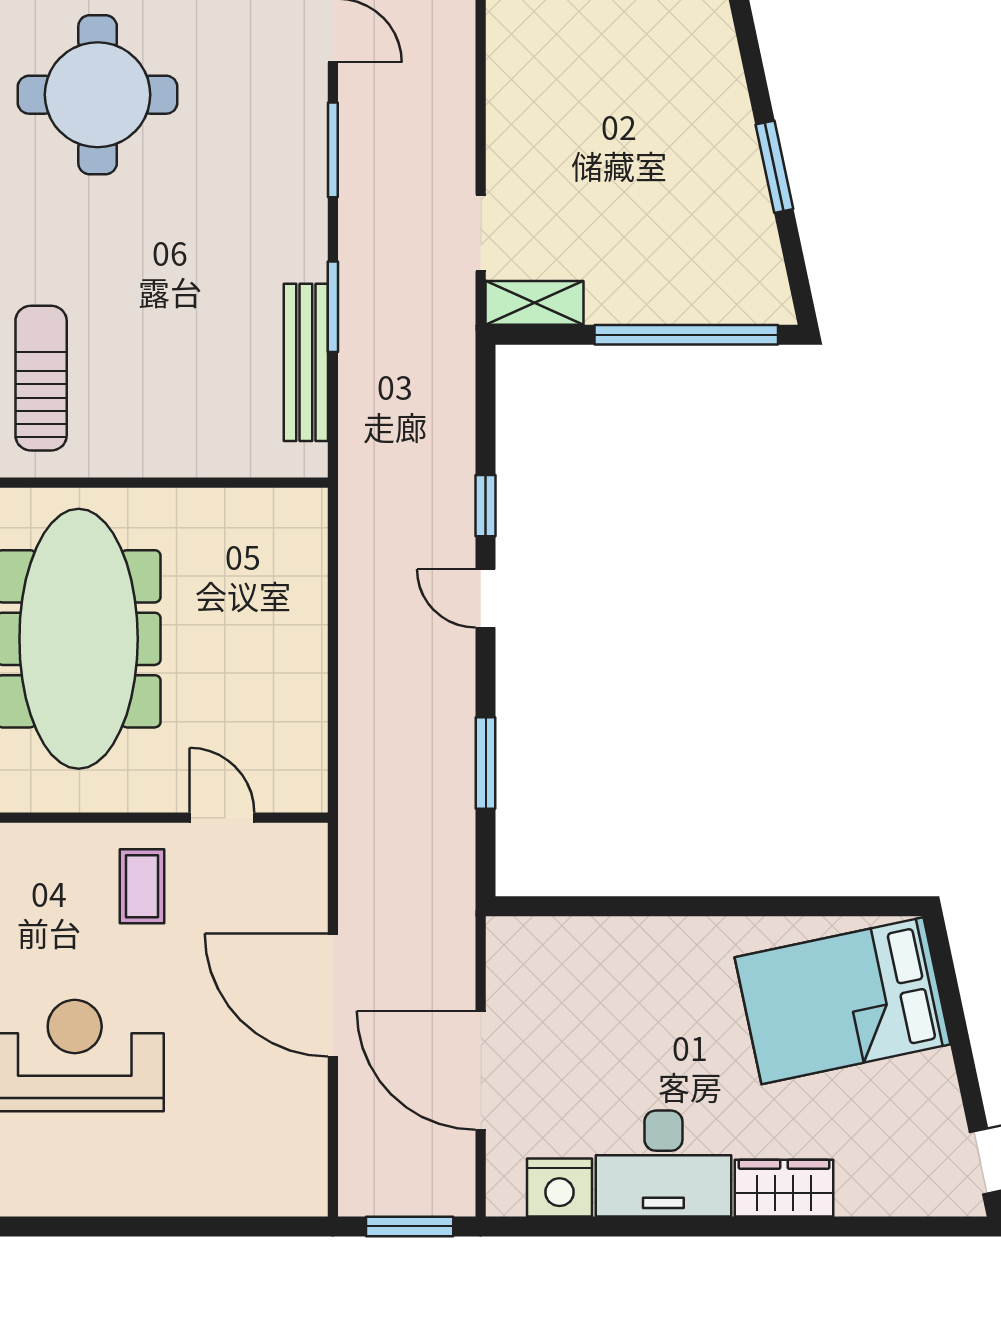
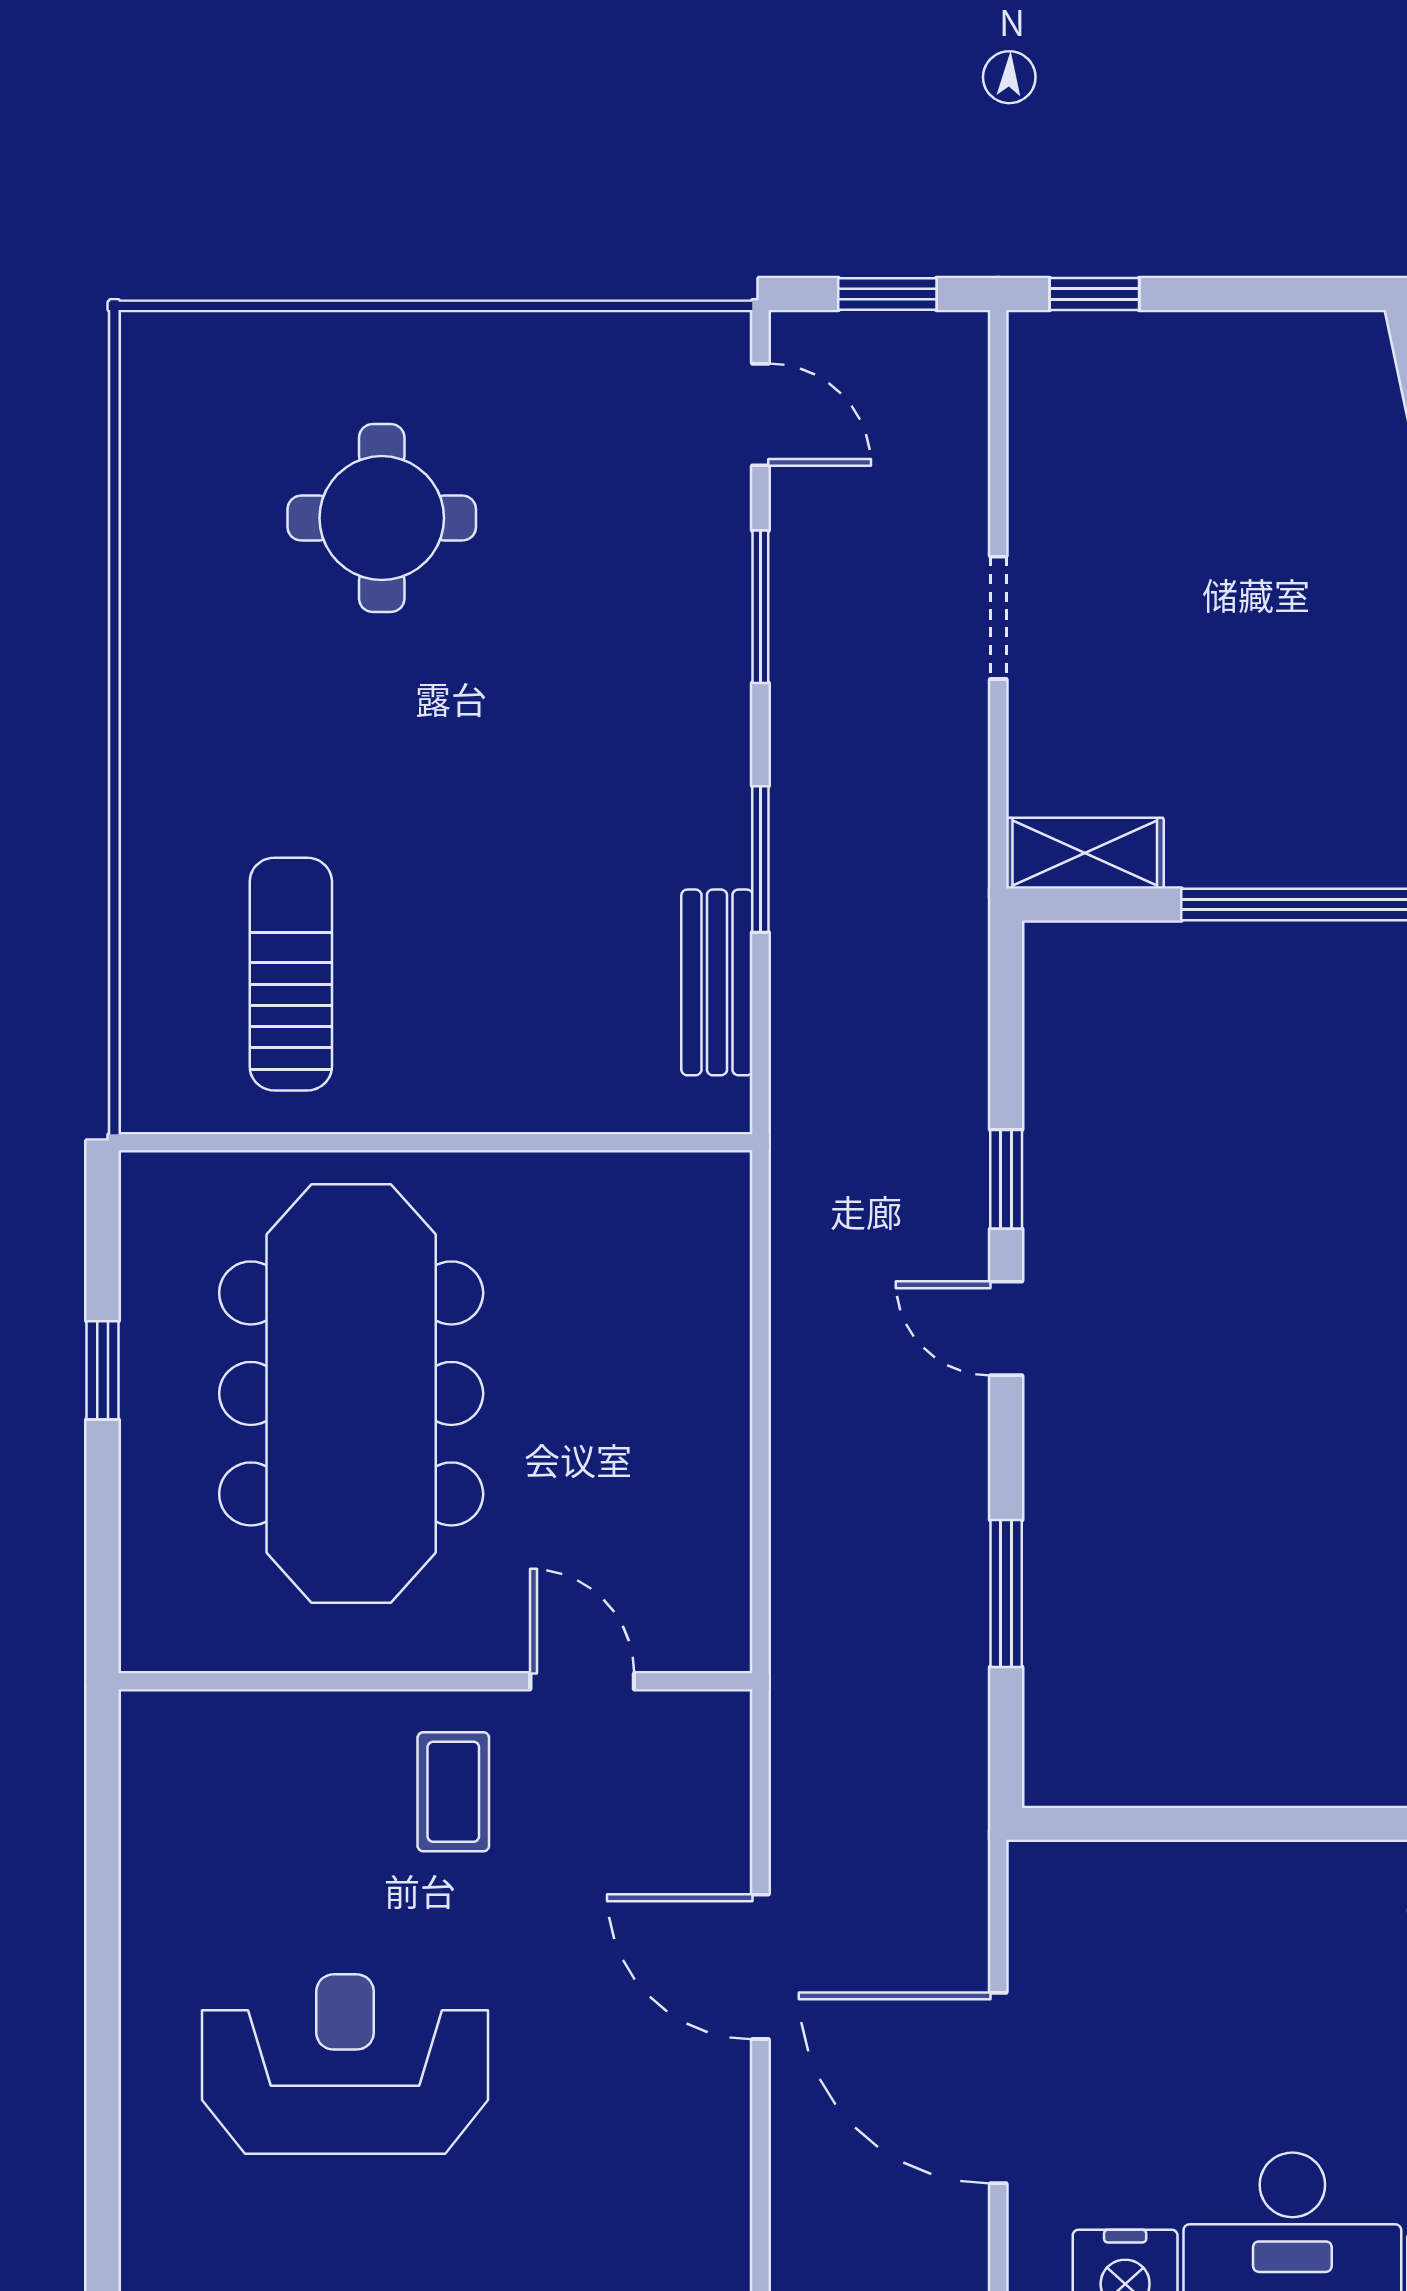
round table: (98, 95) -> (382, 518), width x0.73, depth x0.73
doorway: (481, 233) -> (998, 618), moved
bench: (306, 362) -> (717, 982), width x0.73
door: (333, 995) -> (760, 1967), width x0.73

